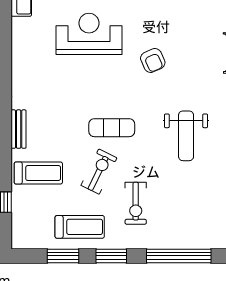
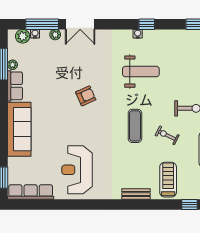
reception desk: (89, 34) -> (77, 170), moved
exercise bike: (99, 172) -> (167, 135), width x0.73, depth x0.72

